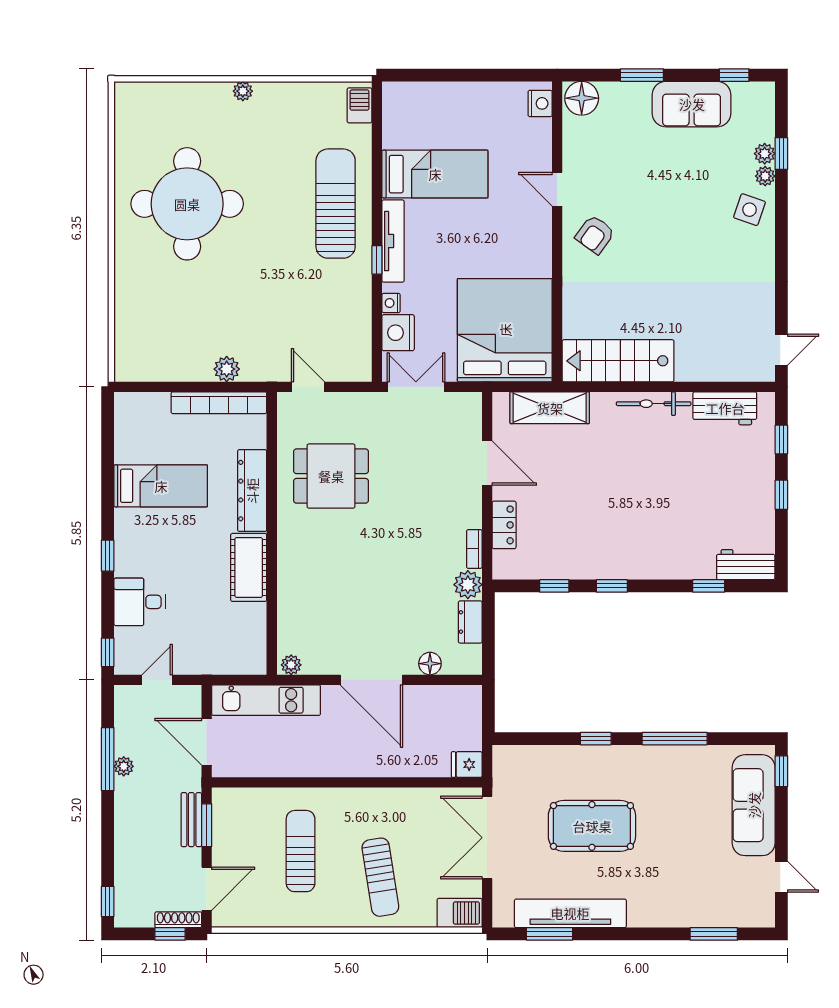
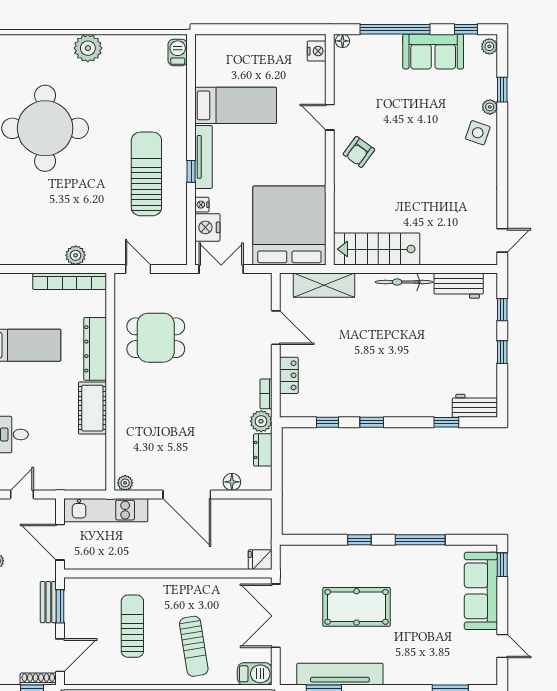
window: (642, 75) -> (395, 29), width x2.11
plant: (243, 91) -> (88, 48), width x1.88, depth x1.88
floor lamp: (582, 98) -> (343, 41), width x0.53, depth x0.53
plant: (765, 154) -> (489, 46), moved
sun lounger: (336, 204) -> (146, 174), moved

